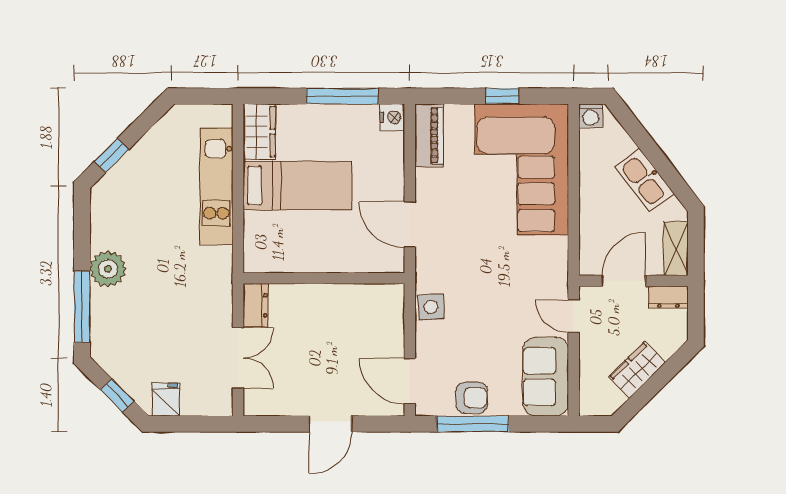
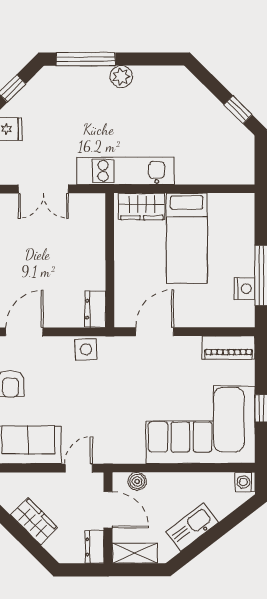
nightstand: (392, 117) -> (245, 289), moved, turned -90
wardrobe: (259, 132) -> (142, 206), moved
window: (112, 155) -> (238, 110), moved
kitchen unit: (216, 186) -> (126, 171), moved
boiler: (590, 246) -> (137, 481), added
plant: (108, 269) -> (121, 77), width x0.73, depth x0.73
dresser: (256, 305) -> (95, 309), moved, turned 90

